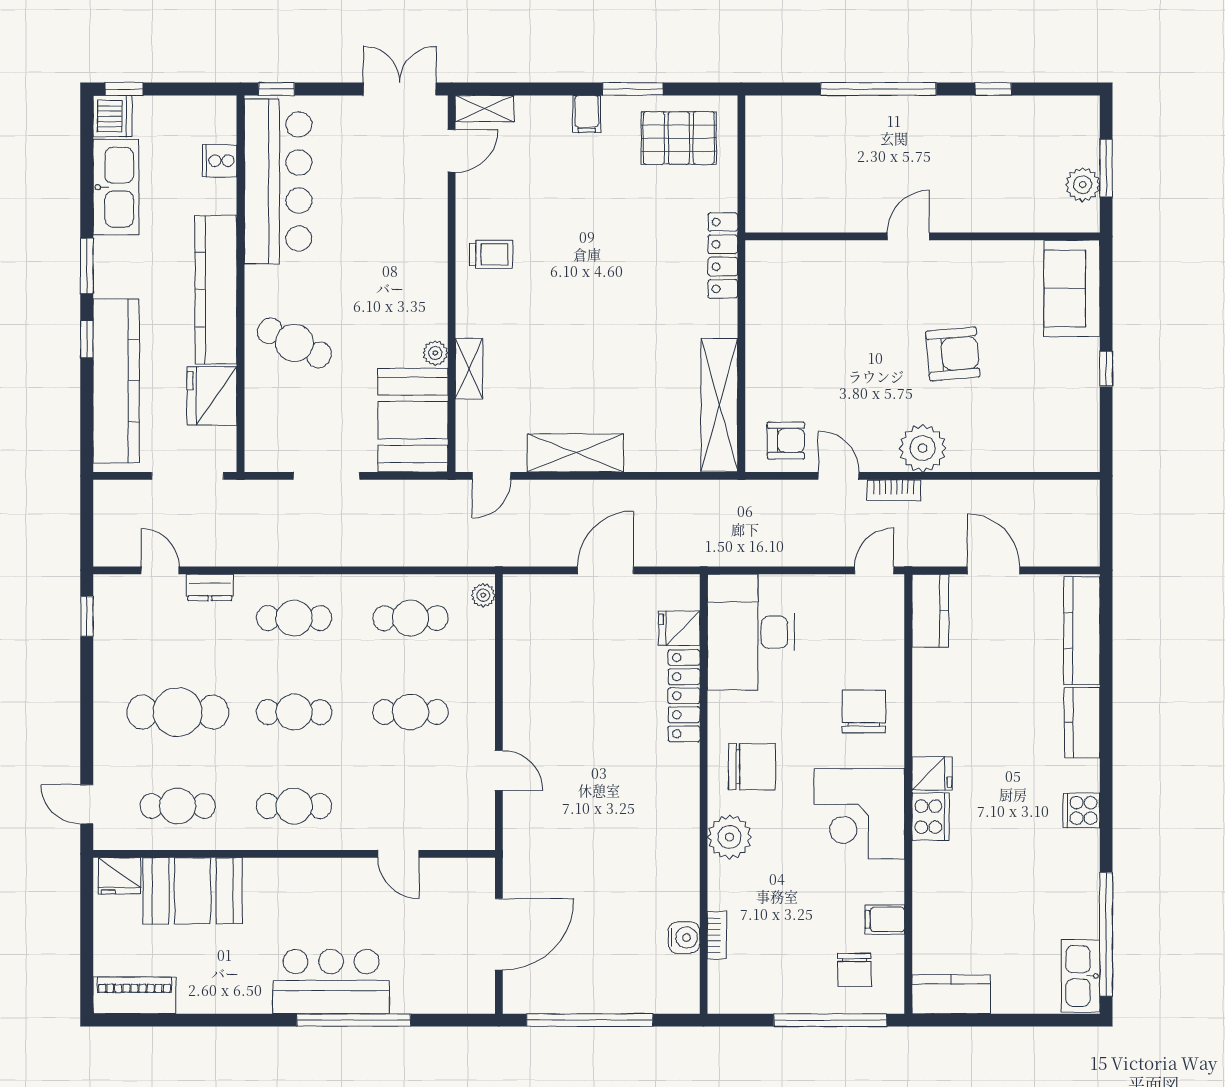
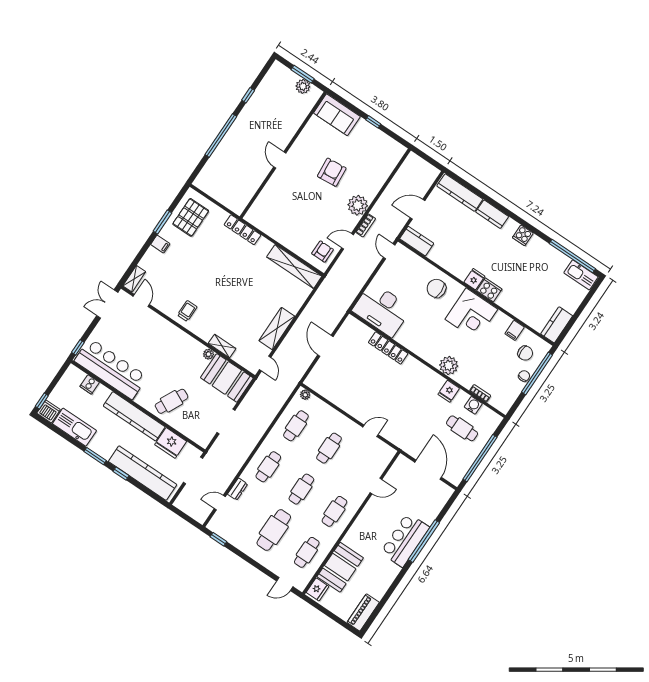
fridge: (679, 628) -> (449, 391), moved
chair: (752, 767) -> (524, 376), moved, width x0.54, depth x0.54
cafe table: (624, 946) -> (462, 428), added

